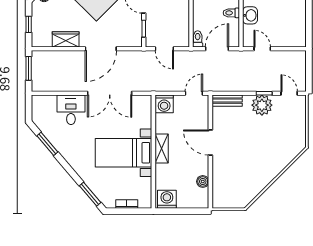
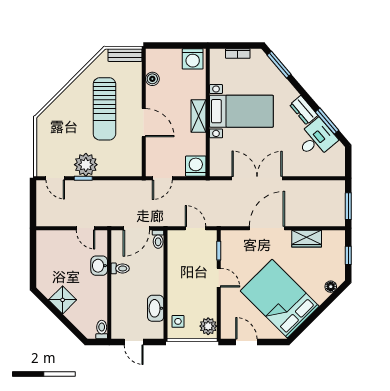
bench: (227, 101) -> (125, 55), moved
desk: (71, 110) -> (316, 139), moved, turned -130
dresser: (68, 154) -> (304, 110), added
sun lounger: (245, 155) -> (104, 109), added

